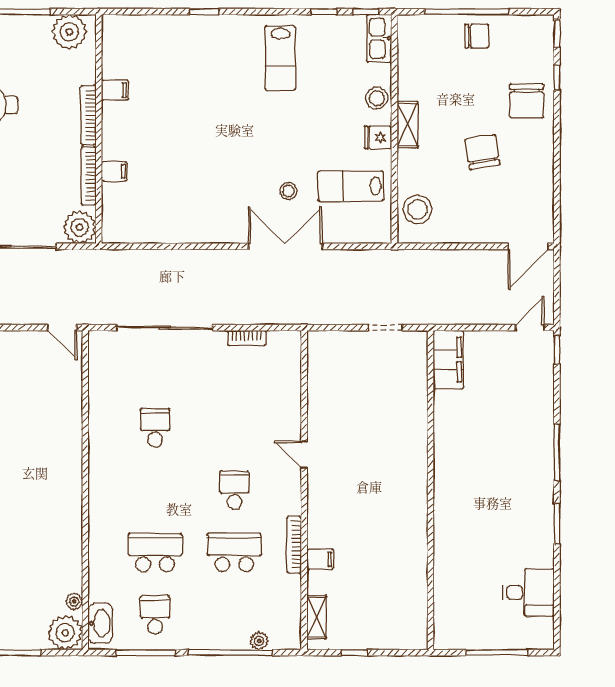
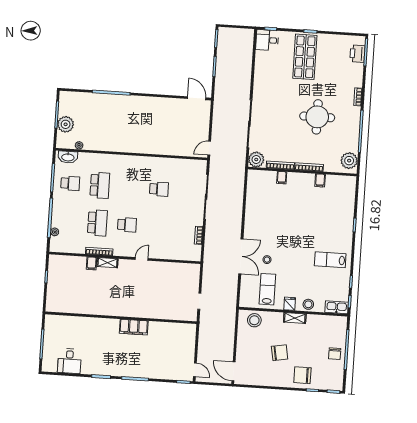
filing cabinet: (448, 360) -> (134, 327), moved
shelving: (317, 617) -> (107, 263), moved
plant: (65, 633) -> (66, 124), moved

